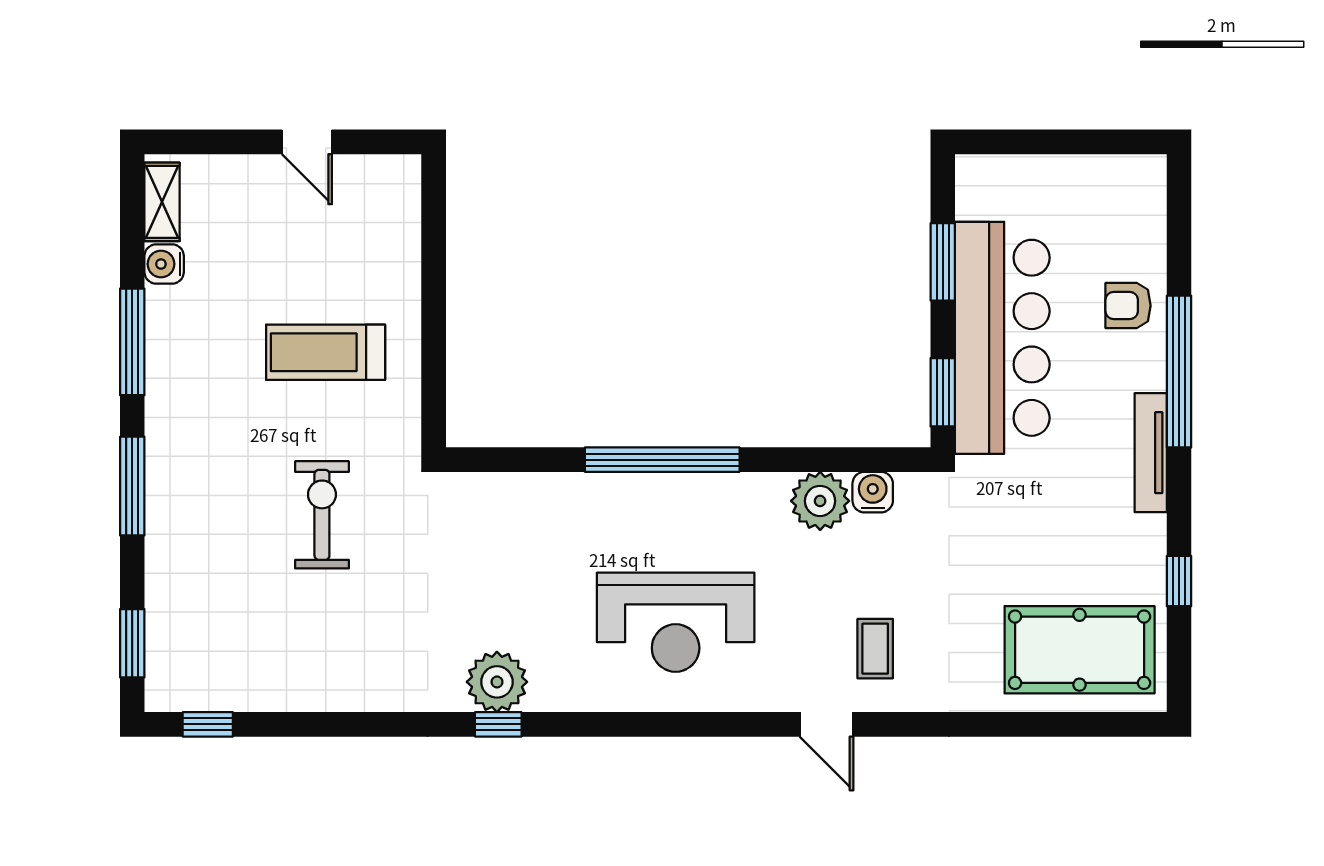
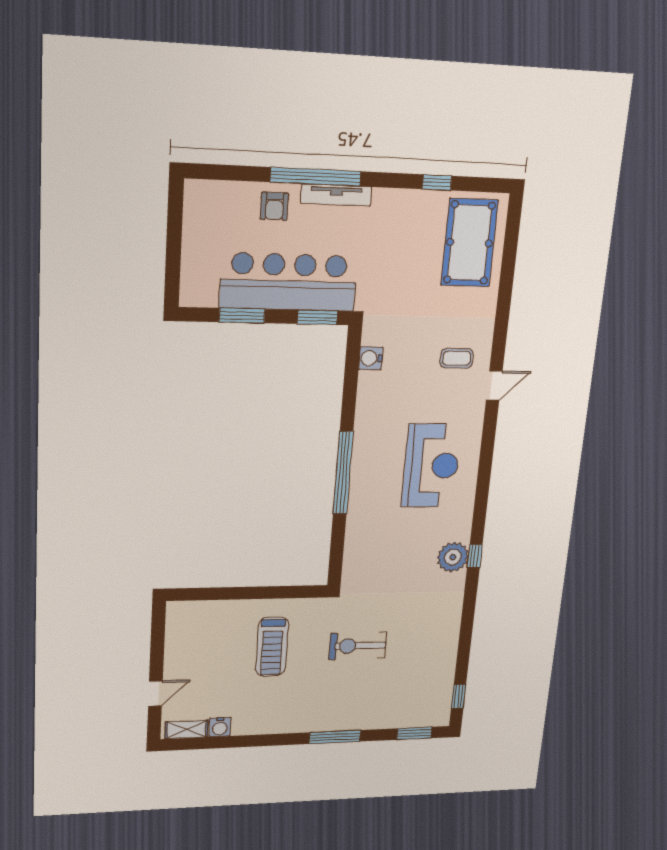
door: (307, 142) -> (155, 693), moved
window: (132, 342) -> (260, 740), removed
tv unit: (1151, 453) -> (336, 195), moved
plant: (820, 501) -> (373, 388), removed

